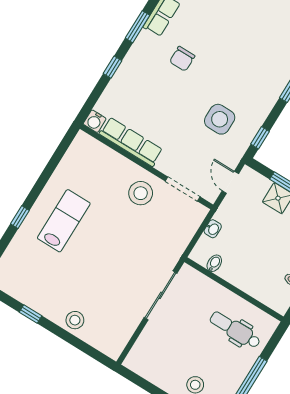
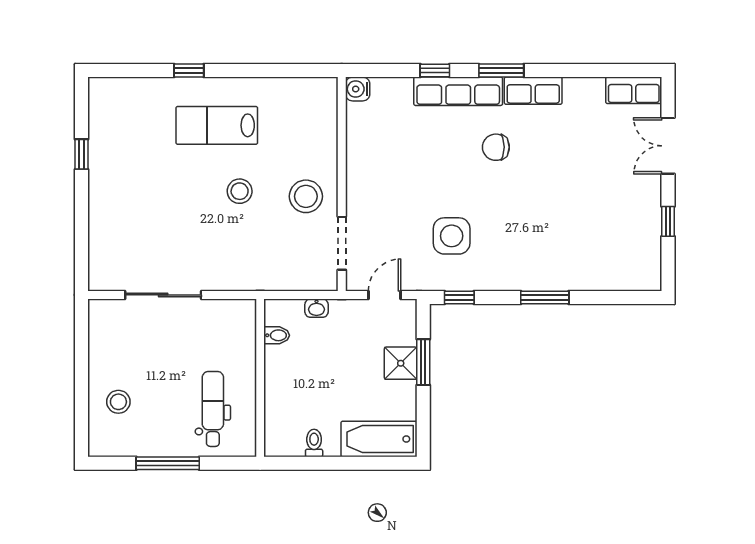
row of seats: (131, 142) -> (458, 91), moved, turned 90
lab bench: (64, 221) -> (217, 125), turned 180
sliding door: (160, 295) -> (163, 295), moved
stool: (75, 320) -> (240, 191), moved

